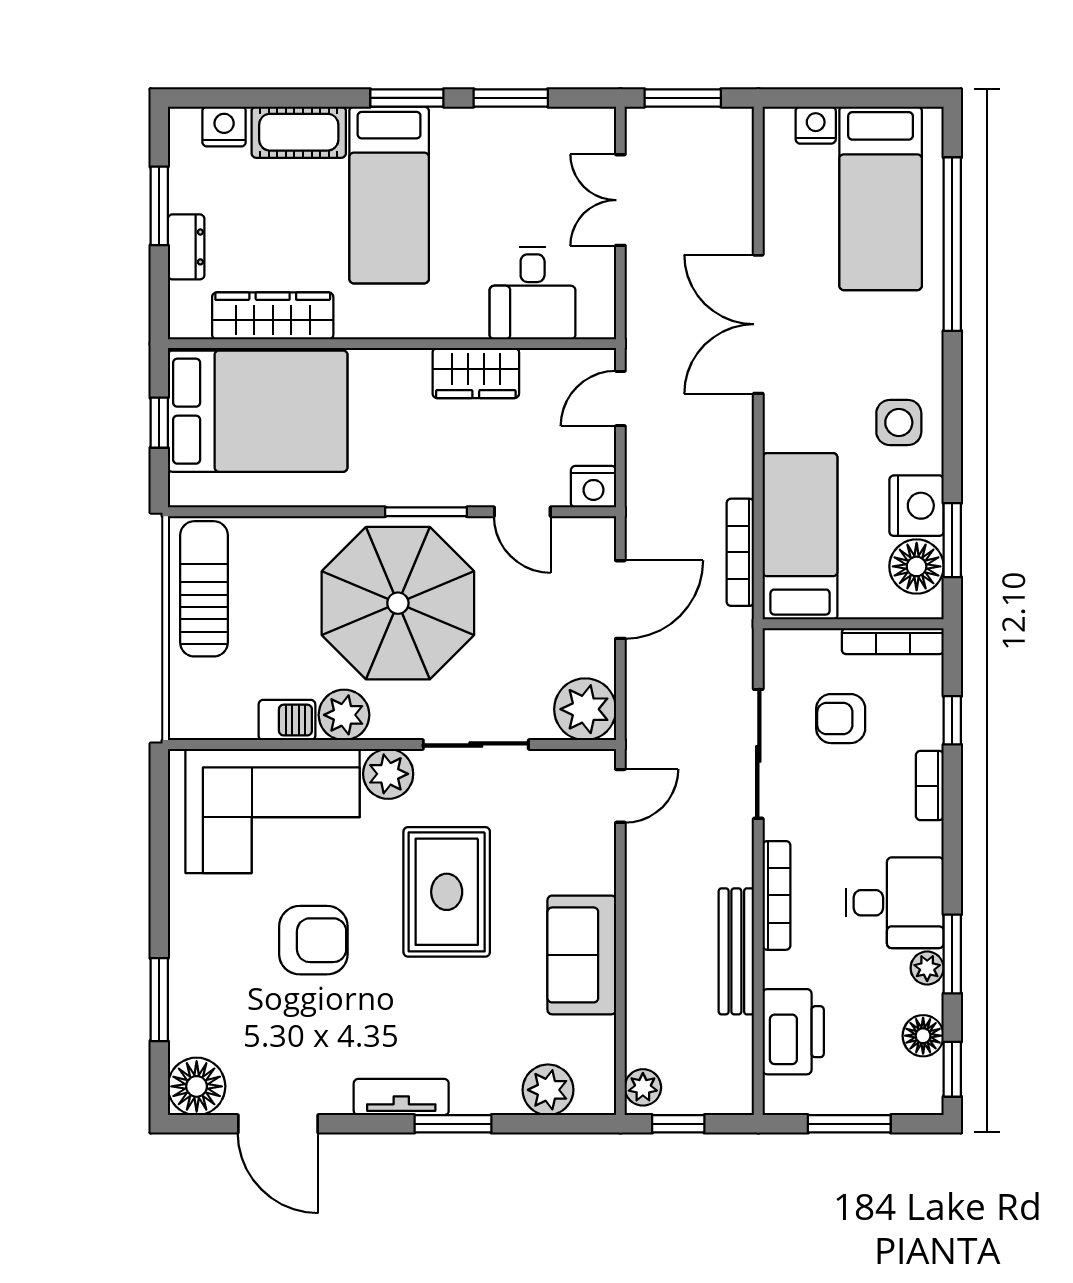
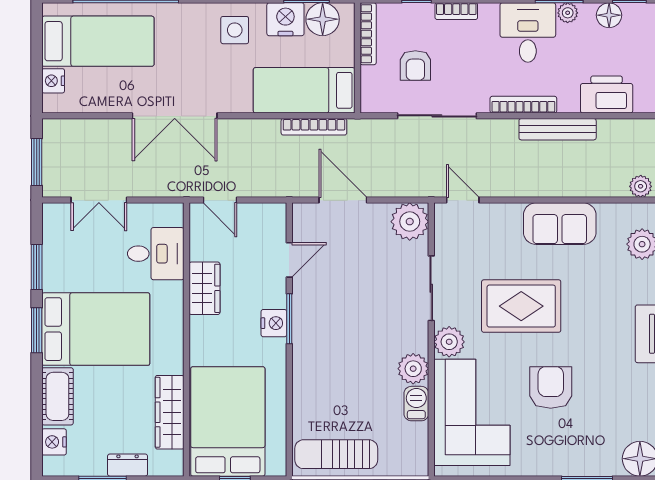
bed: (389, 195) -> (96, 329), width x1.50
nightstand: (593, 487) -> (274, 323), moved
parasol: (398, 603) -> (345, 336), removed

